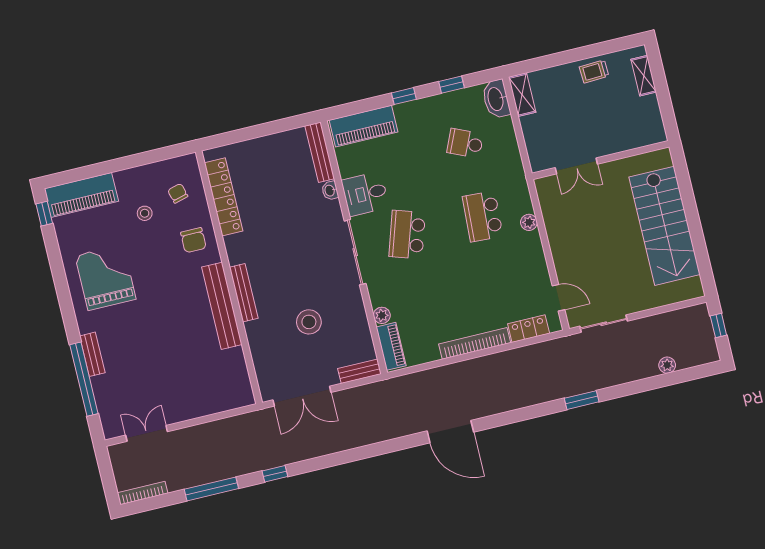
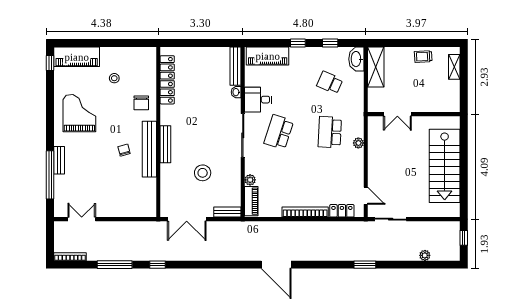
shelving: (522, 95) -> (376, 67), width x1.50, depth x1.33
chair: (178, 193) -> (124, 150), moved

